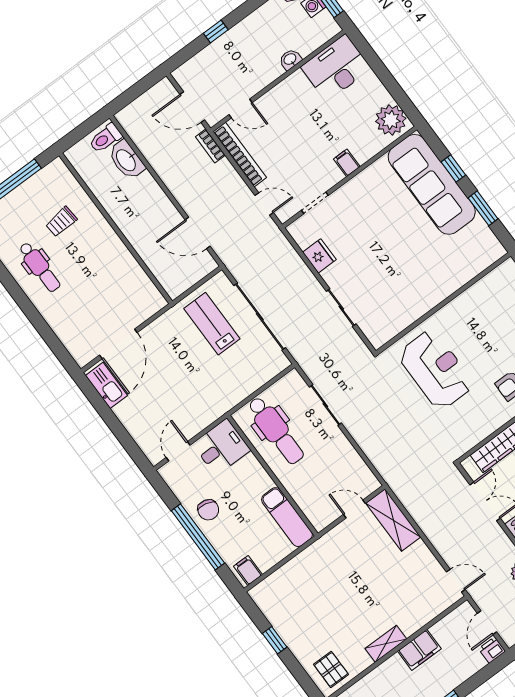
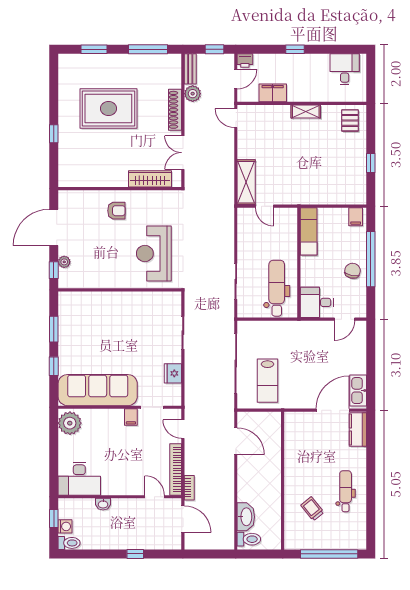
filing cabinet: (347, 163) -> (131, 417), moved
sofa: (432, 184) -> (98, 390), moved, turned -90
trolley: (61, 222) -> (312, 509), turned -124
kitchen counter: (76, 343) -> (358, 430), added
filing cabinet: (419, 650) -> (273, 93), moved

